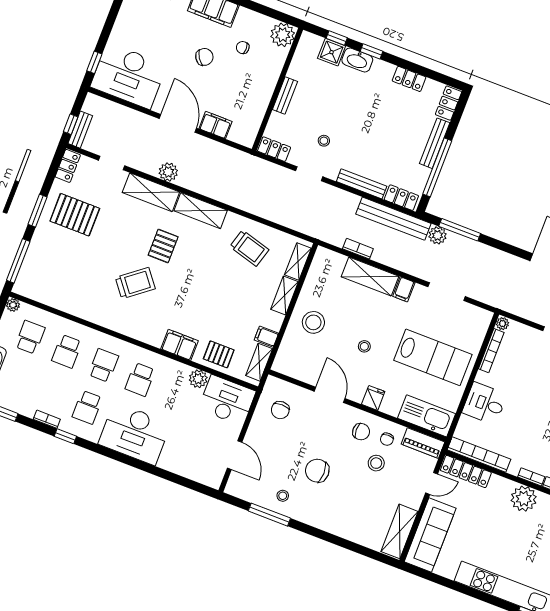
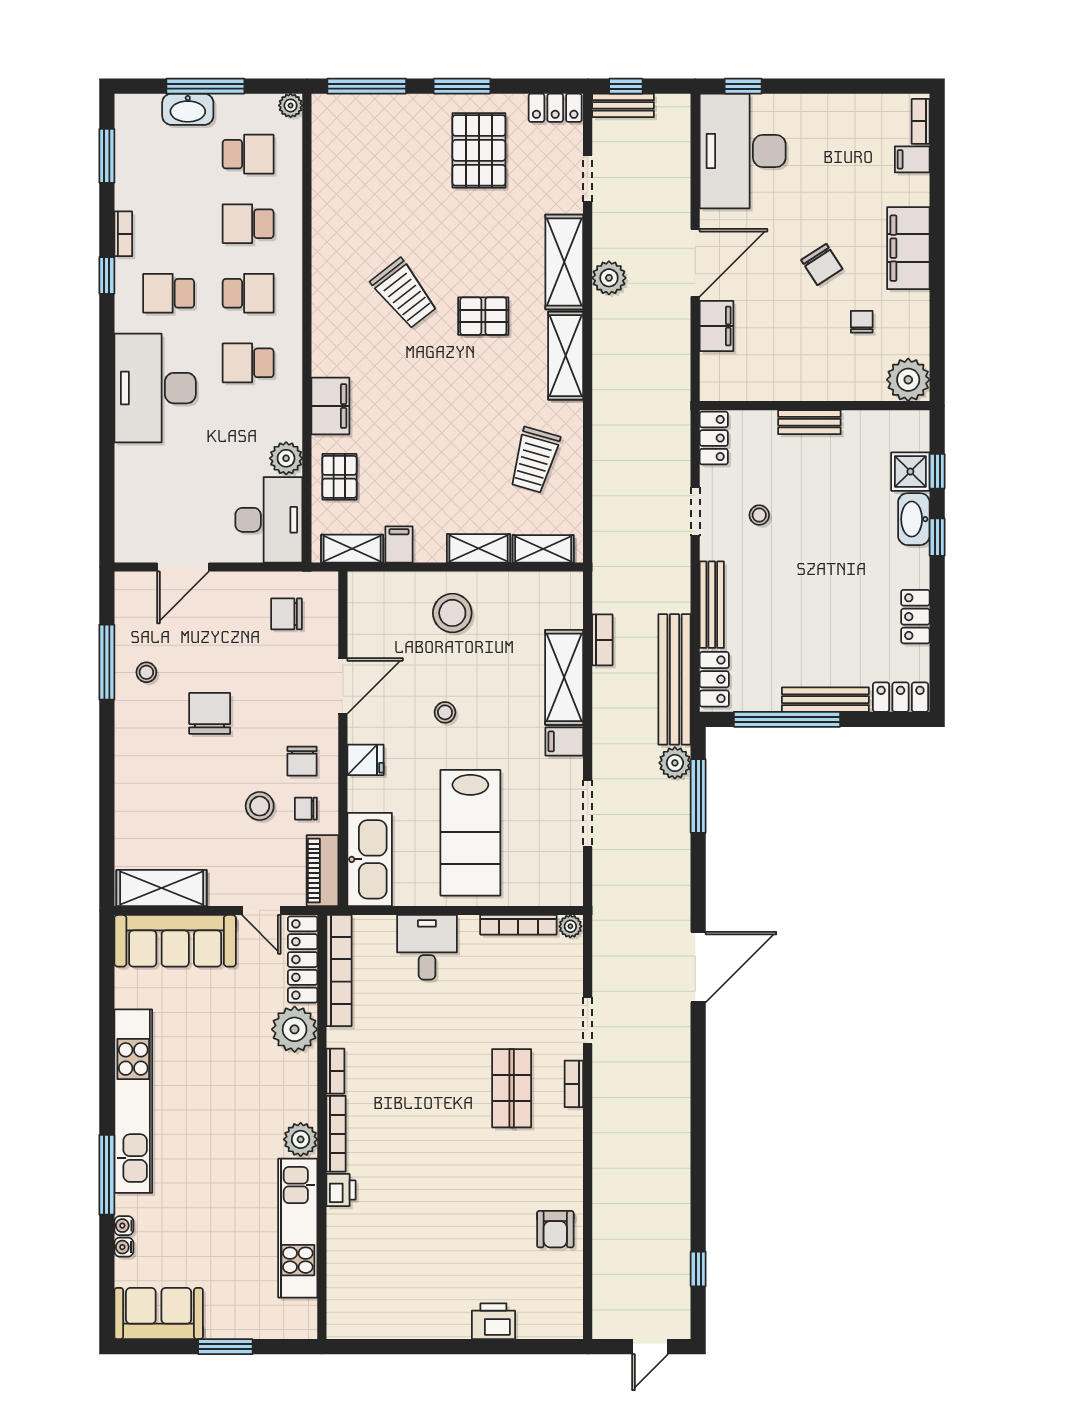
plant: (524, 499) -> (295, 1029), moved

